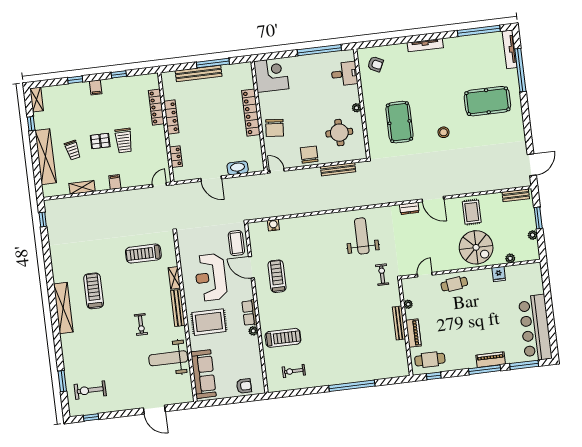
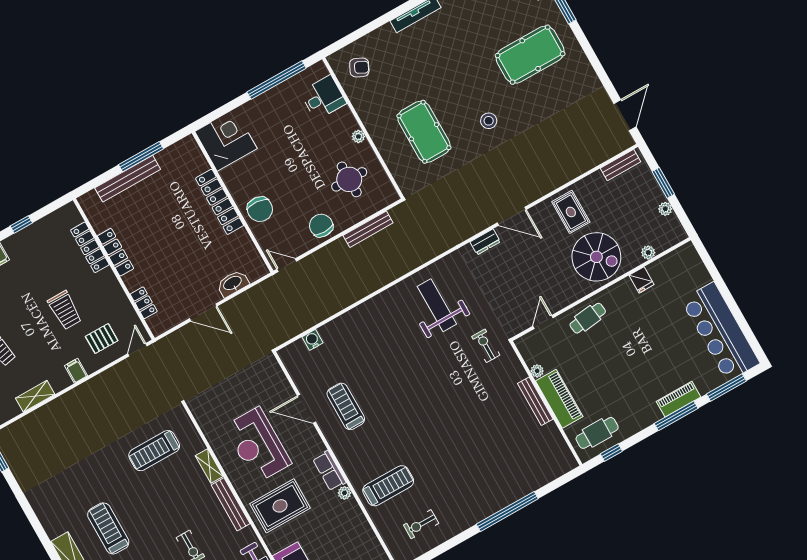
pallet: (100, 141) -> (102, 339), moved
coffee table: (236, 243) -> (273, 385), removed
piano: (413, 333) -> (559, 399), width x1.37, depth x1.33

